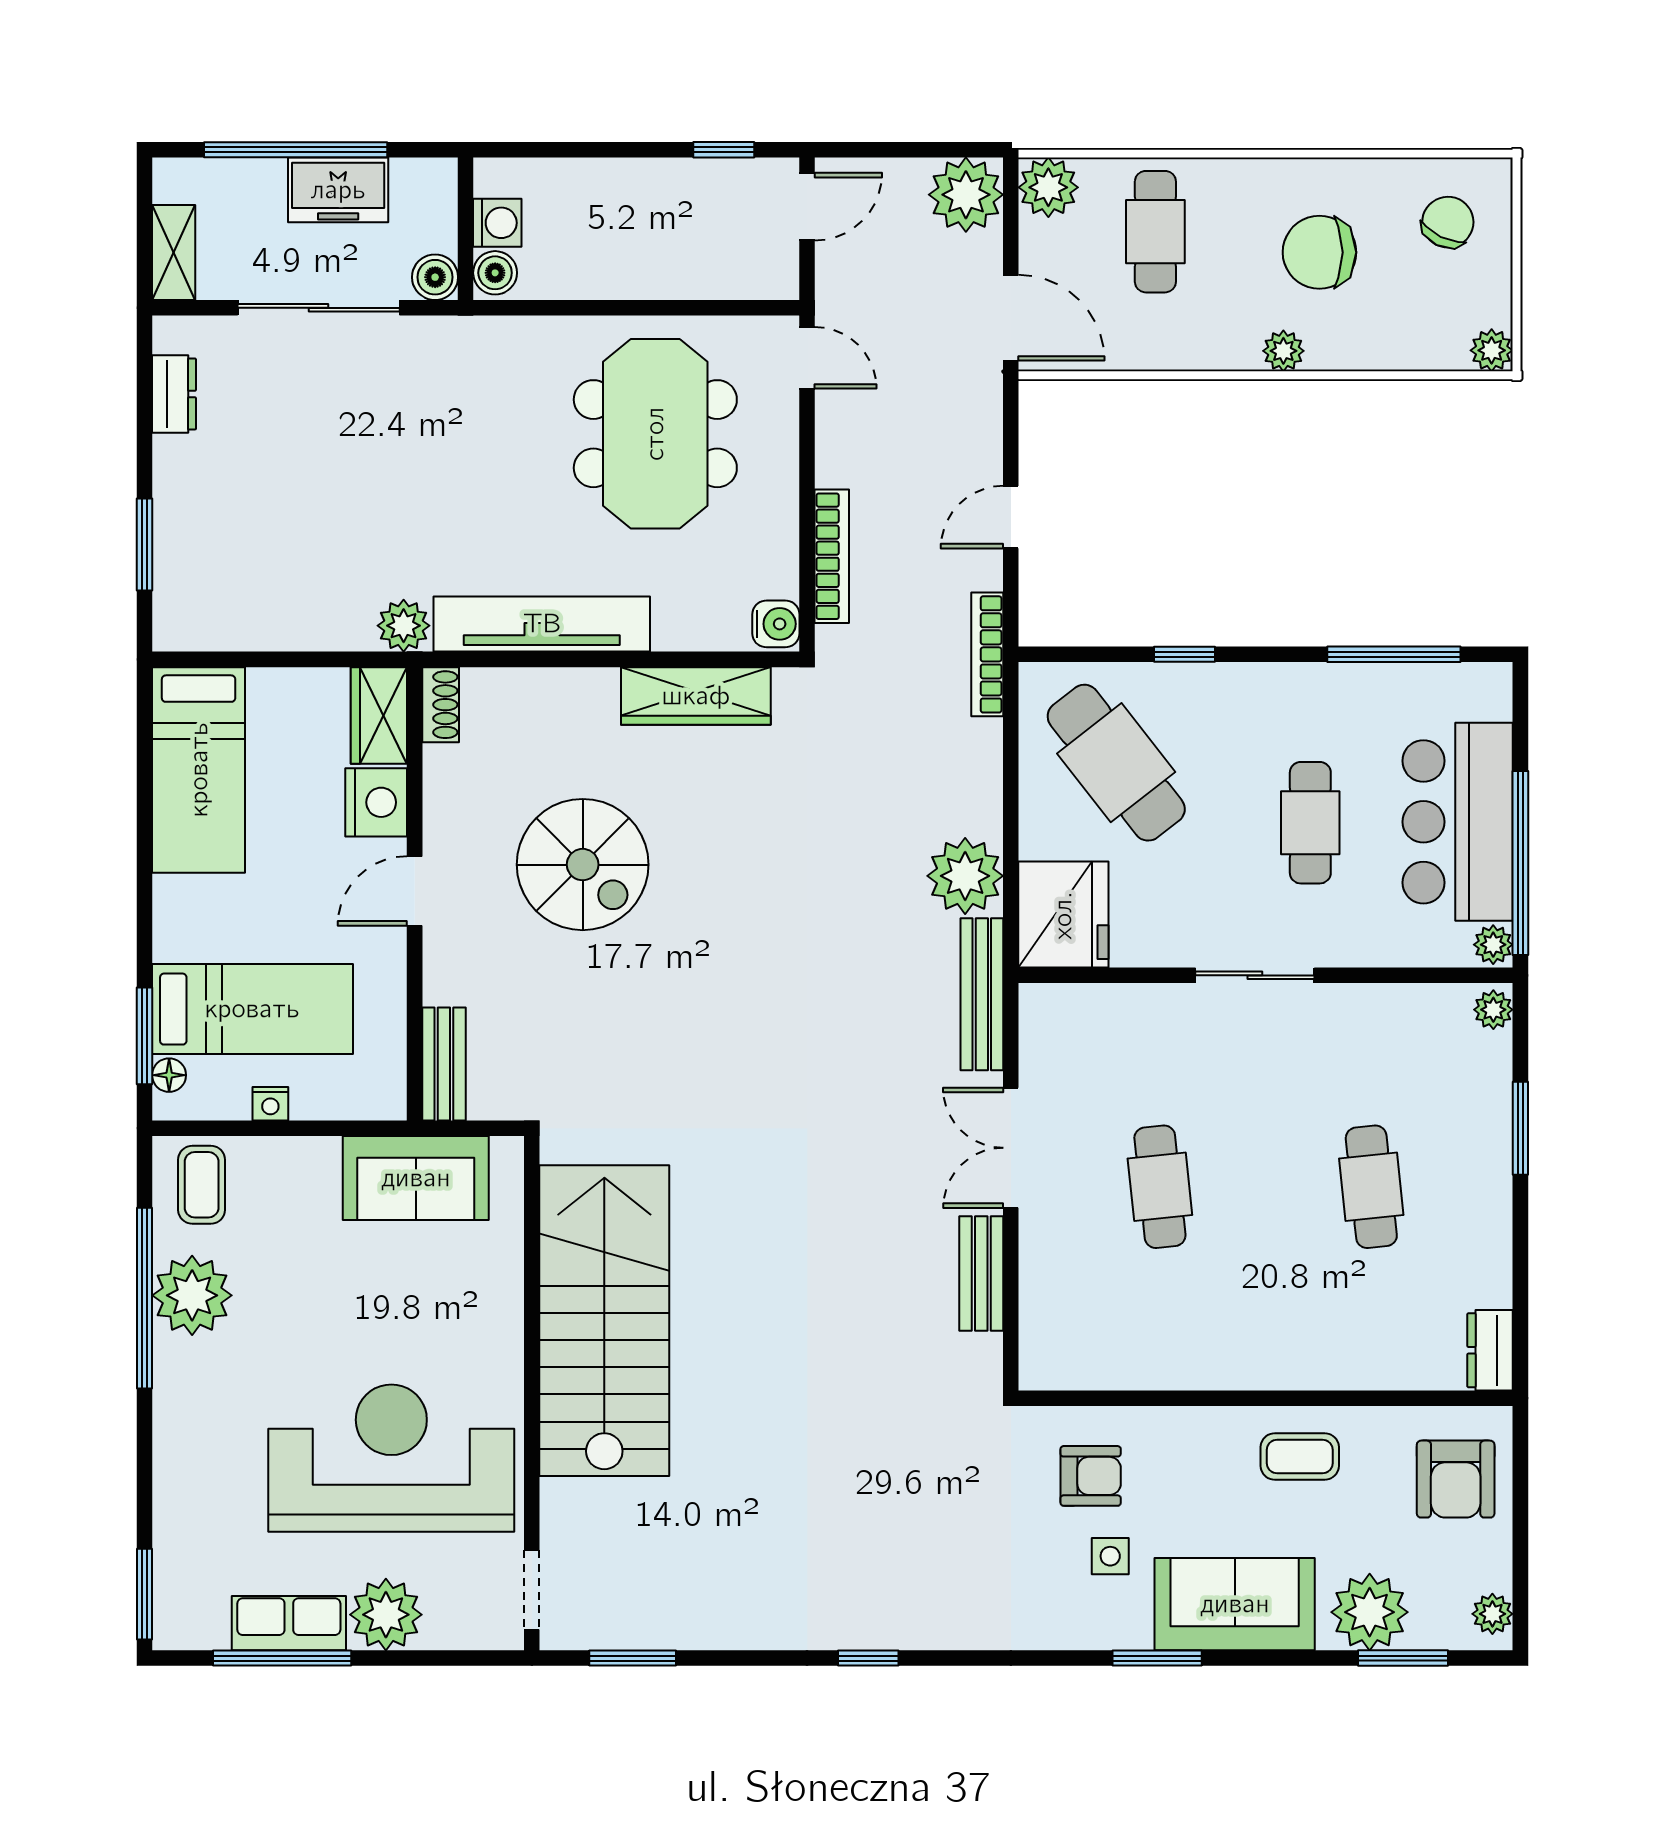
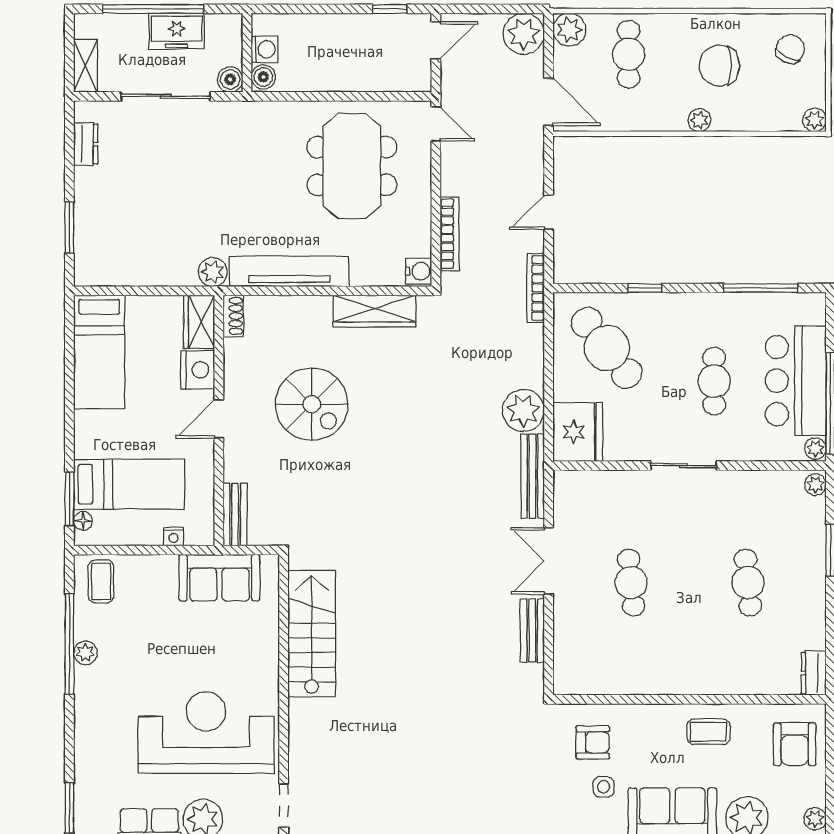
nightstand: (270, 1104) -> (173, 537), moved
plant: (192, 1295) -> (85, 653), width x0.53, depth x0.53
stairs: (604, 1321) -> (312, 634), width x0.73, depth x0.66

